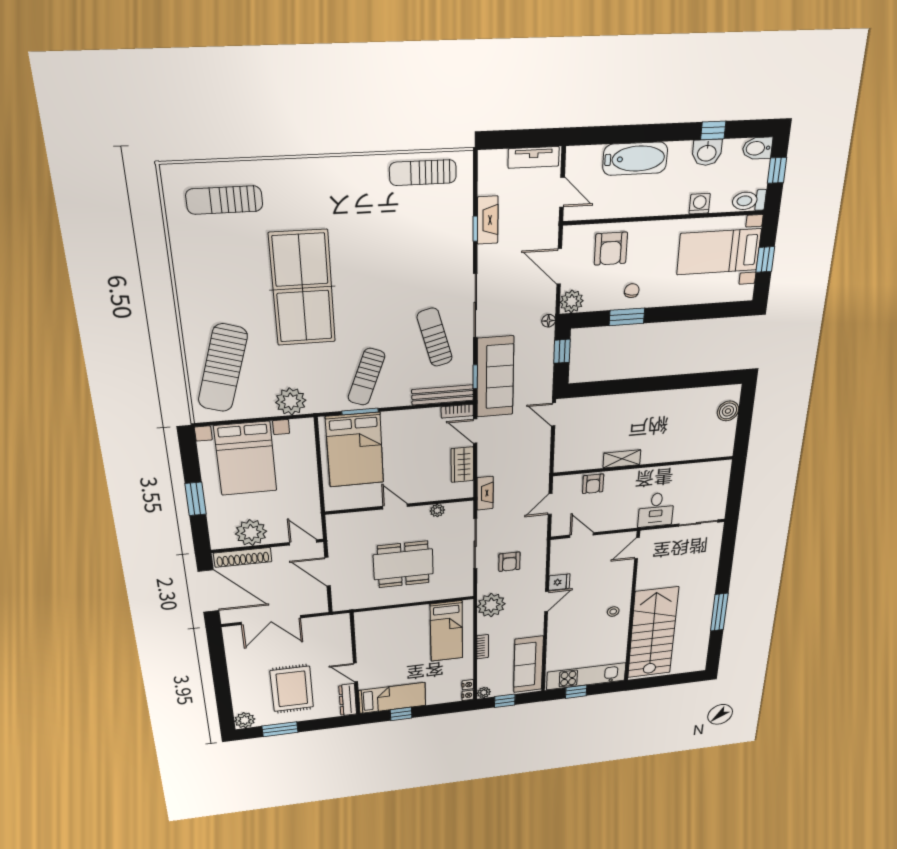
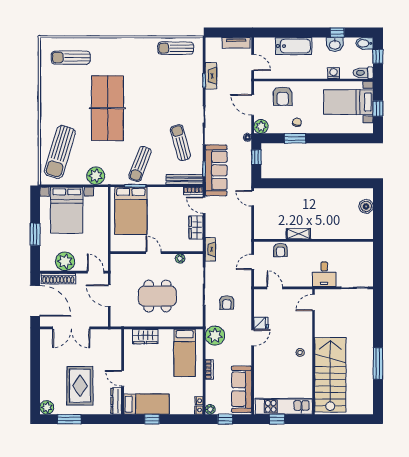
wardrobe: (387, 618) -> (145, 337), added

